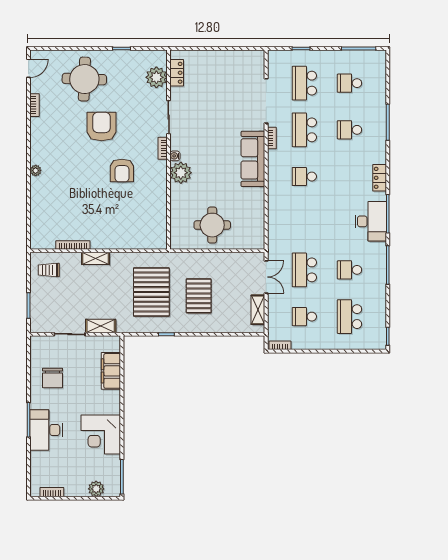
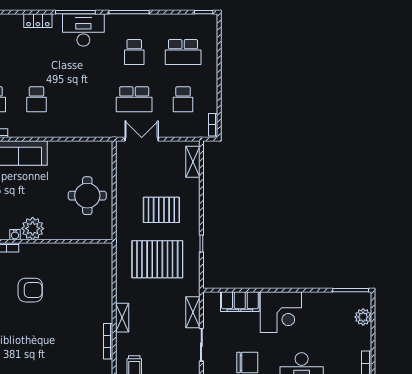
shelving: (258, 310) -> (193, 162), moved, turned 90
corner desk: (101, 434) -> (281, 312), moved

